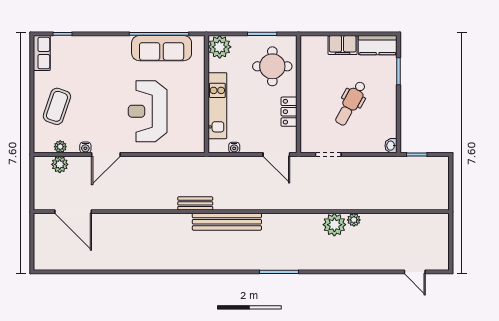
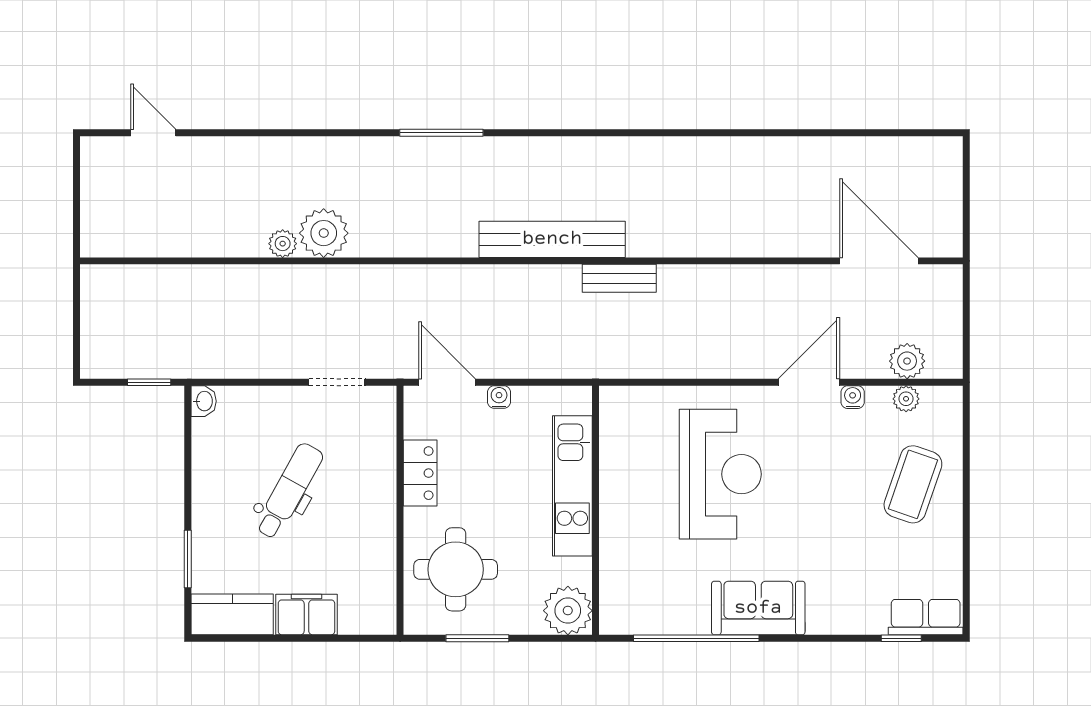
sofa: (162, 48) -> (758, 608), moved, width x0.73
row of seats: (42, 53) -> (926, 617), moved, turned 90
water cooler: (234, 148) -> (499, 397), moved

